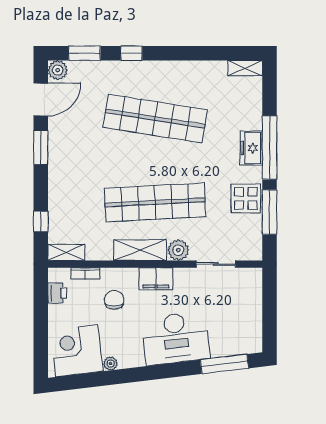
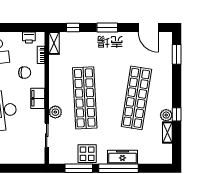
window: (131, 53) -> (177, 114), moved
shelving: (245, 68) -> (167, 133), moved
plant: (58, 70) -> (166, 115), moved
window: (41, 148) -> (107, 27), moved
freezer: (251, 148) -> (122, 157), width x1.40
shelving: (140, 250) -> (55, 89), removed

